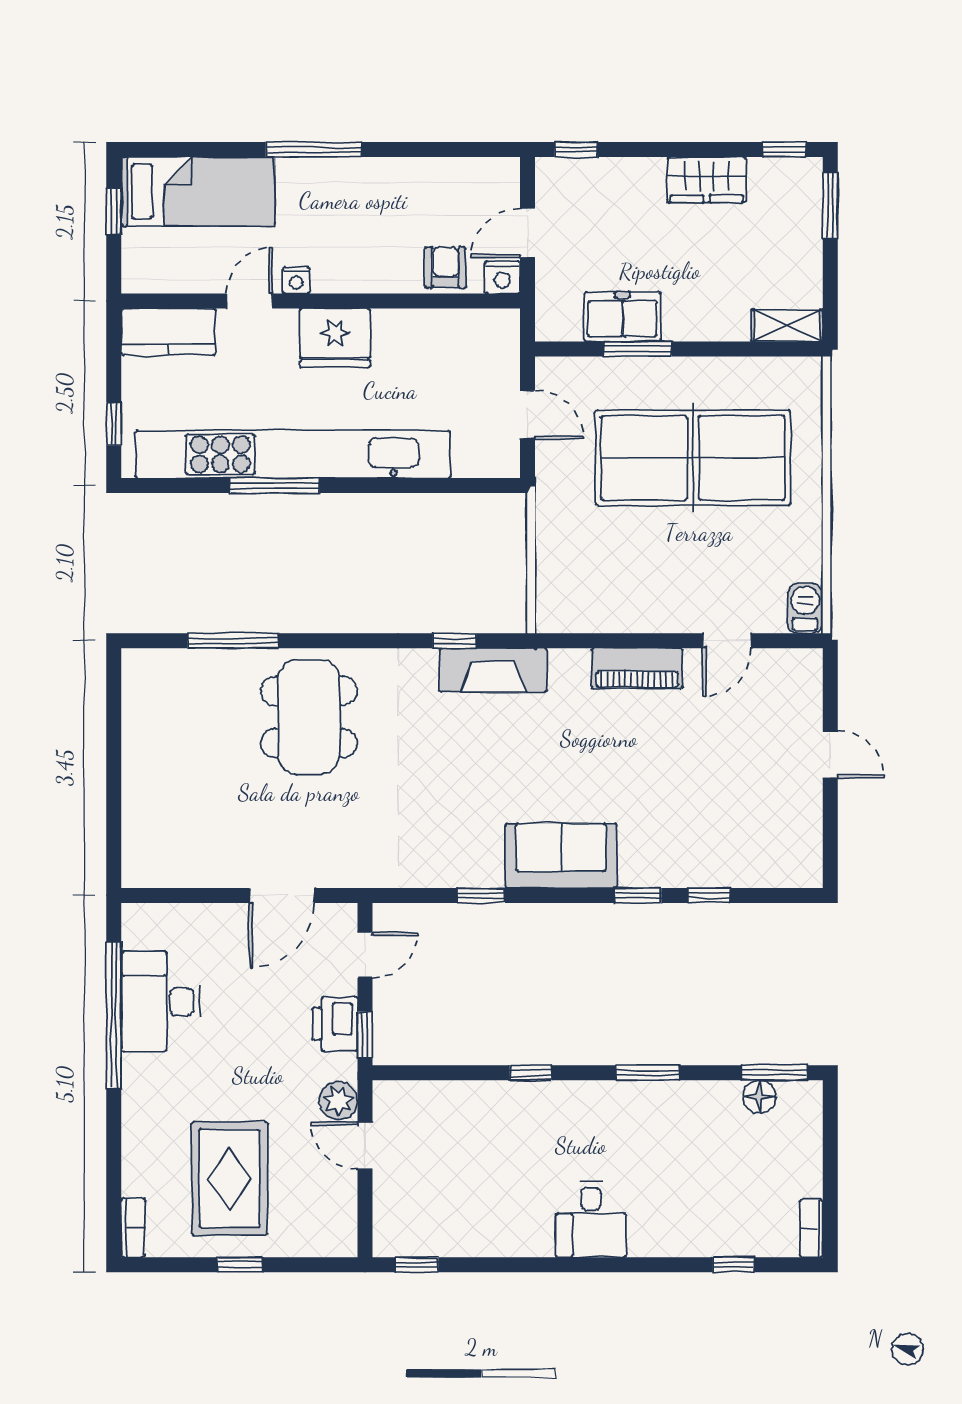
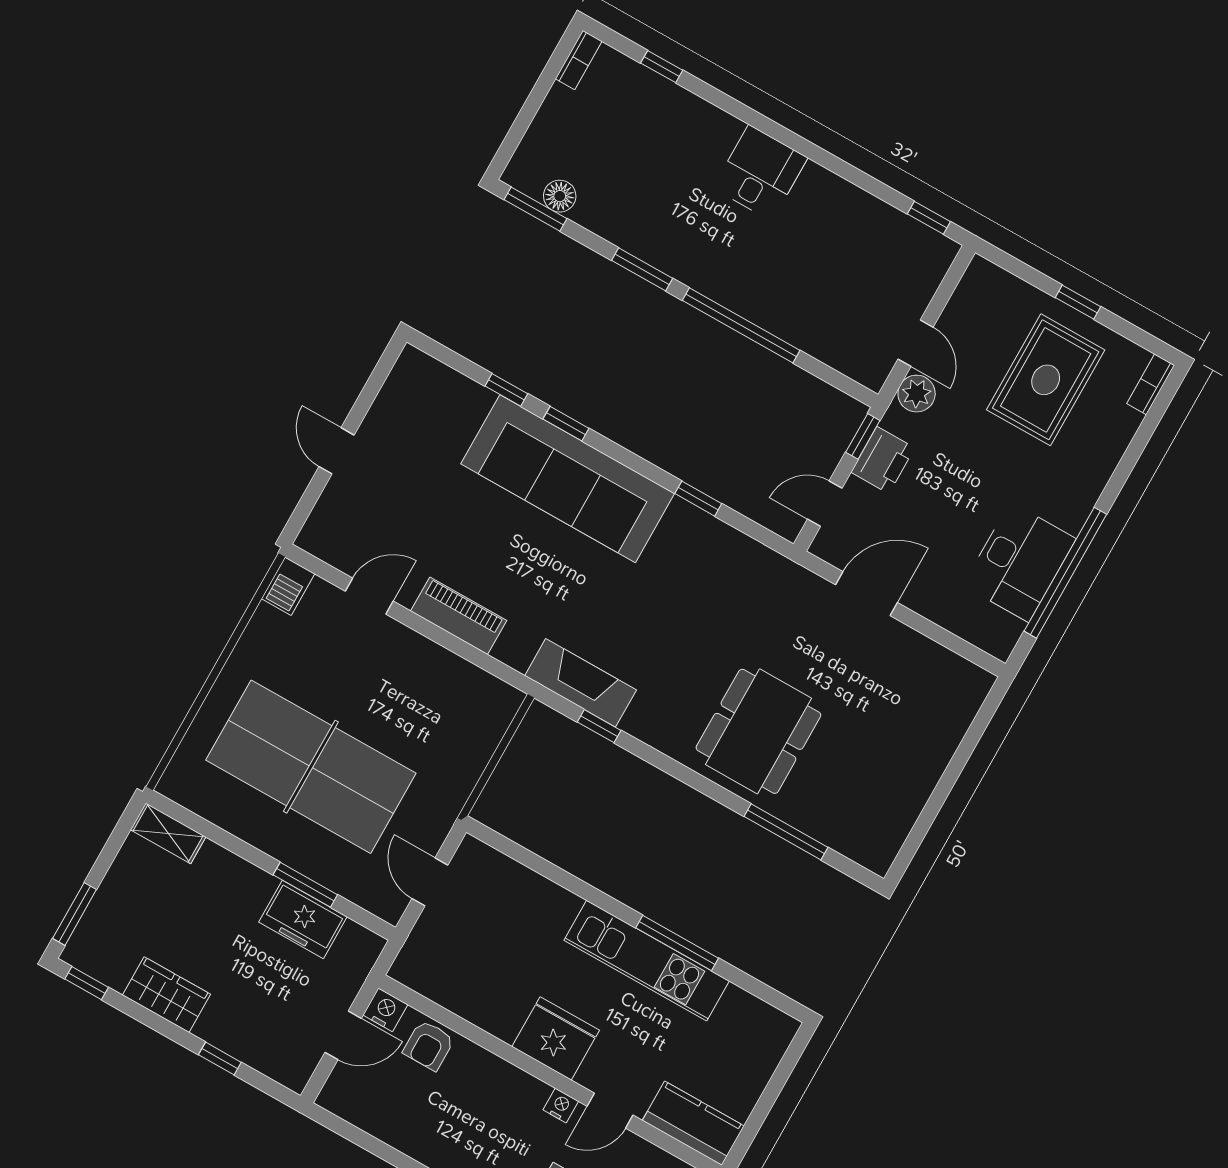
window: (576, 150) -> (220, 1059), moved
window: (114, 424) -> (783, 1072), removed
kitchen unit: (293, 454) -> (647, 961), width x0.54
sofa: (561, 856) -> (568, 479), width x1.85, depth x1.27
window: (531, 1073) -> (741, 325), width x3.17

